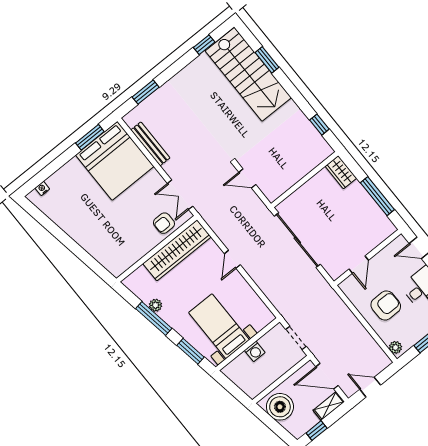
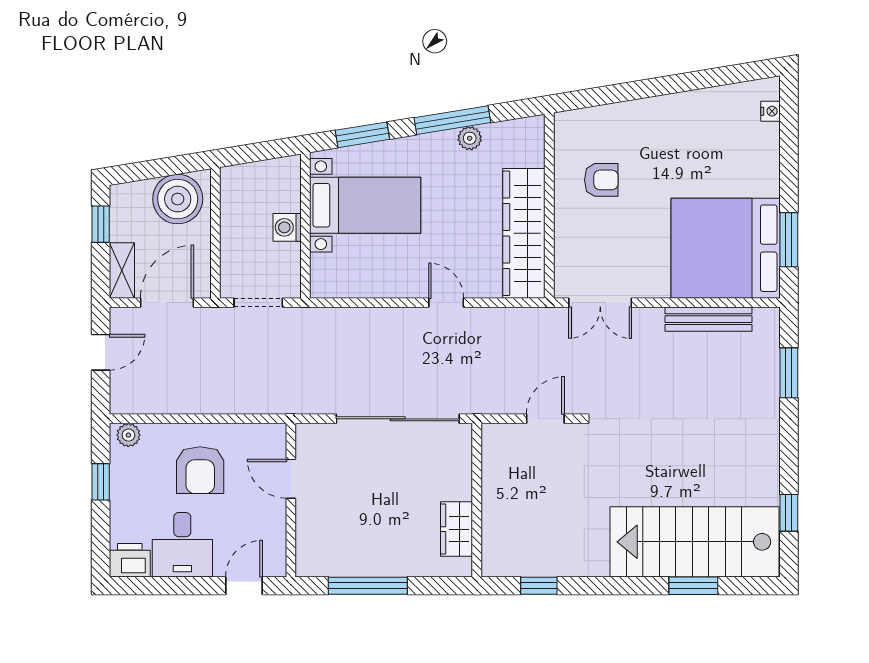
wardrobe: (341, 172) -> (456, 529), moved, turned -90
double door: (180, 195) -> (600, 303), swing flipped
armchair: (164, 223) -> (601, 180), moved, turned 90

